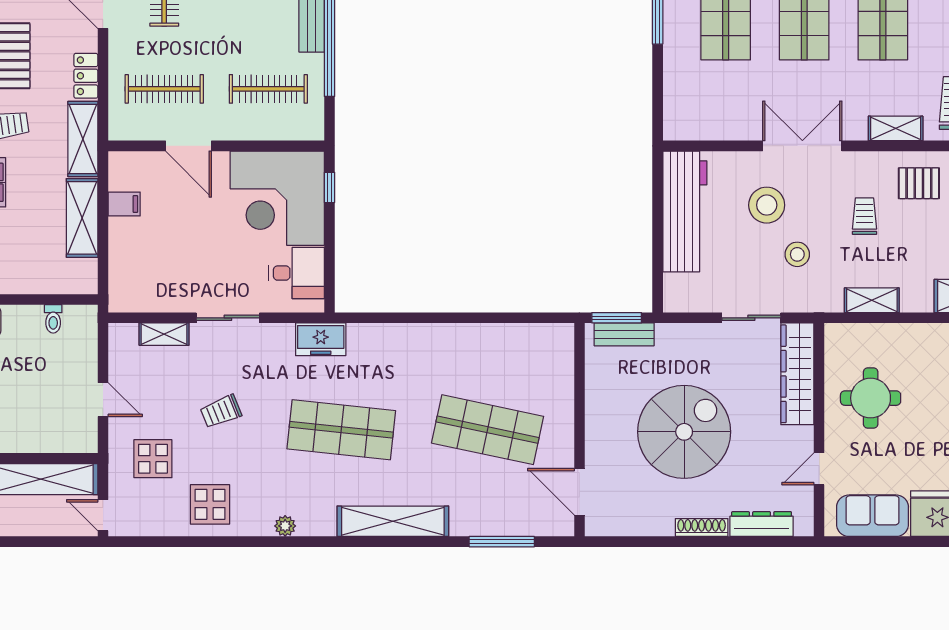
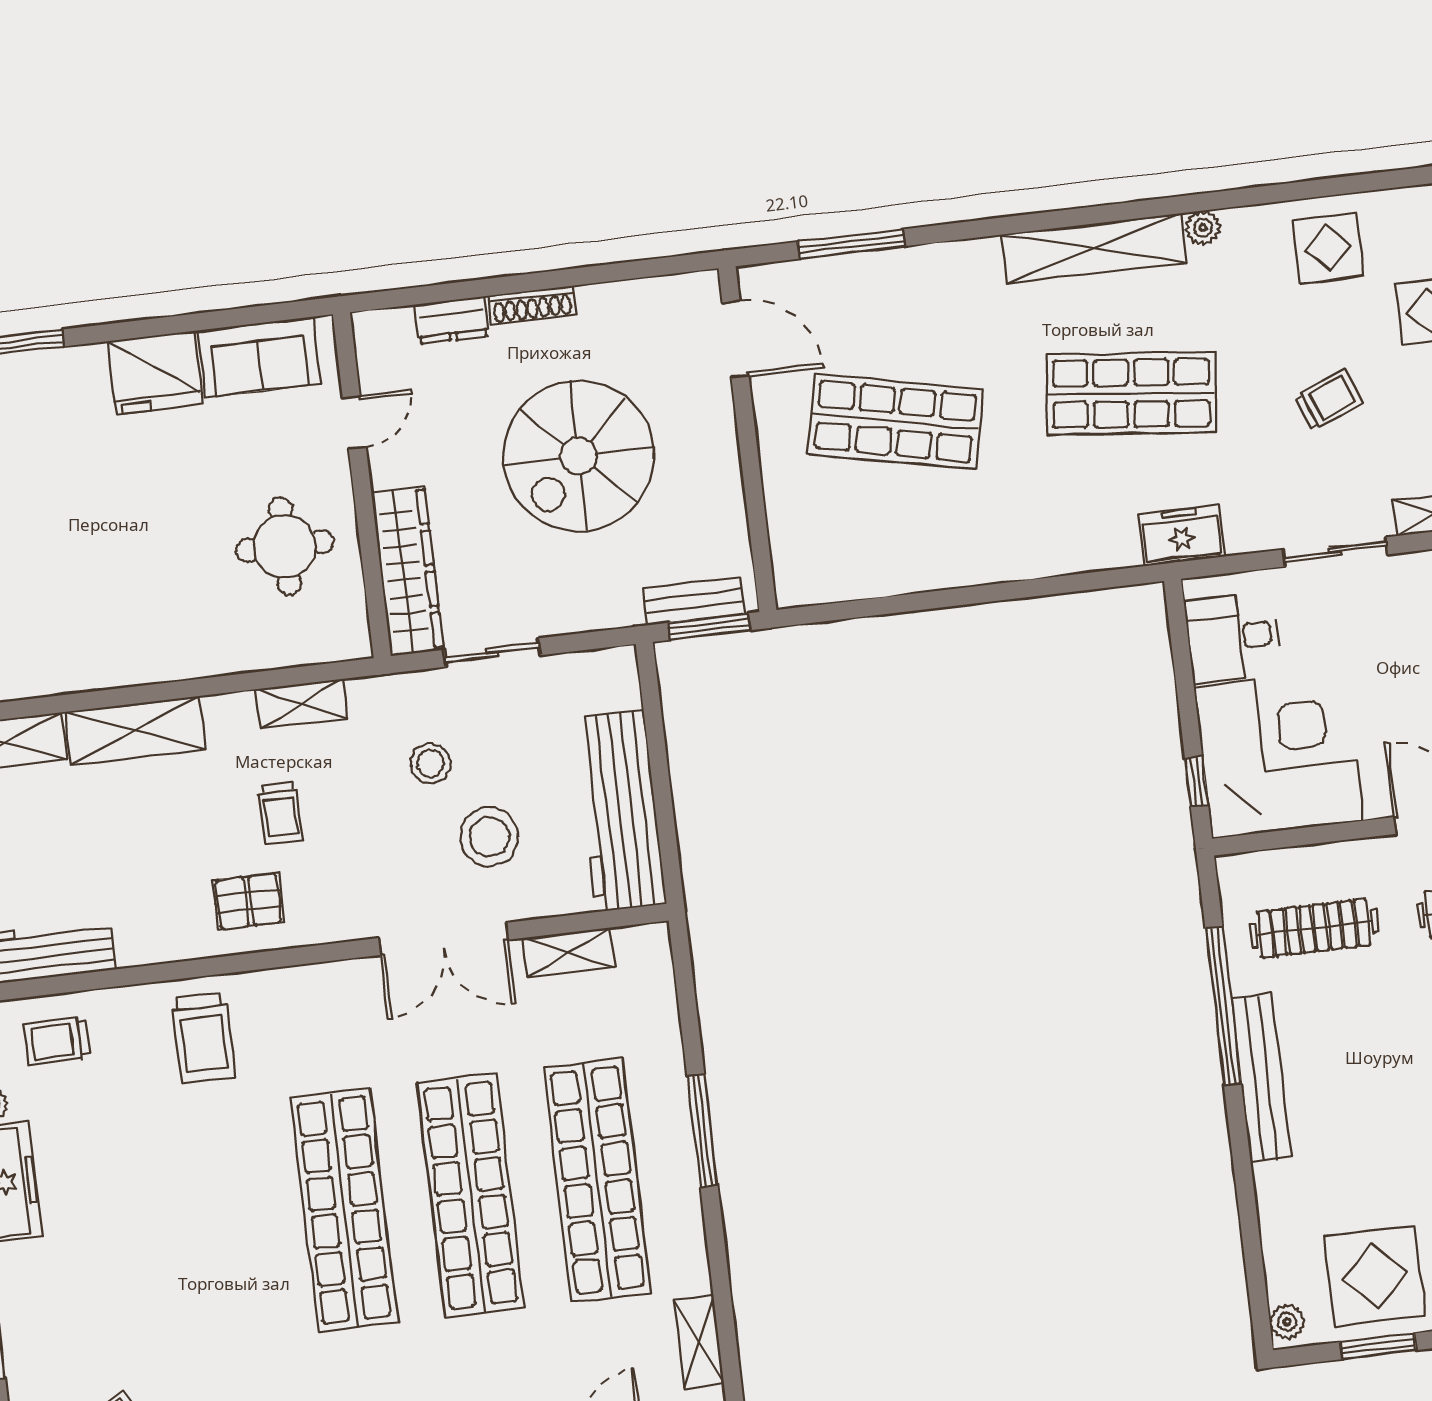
shelving: (896, 128) -> (569, 952), moved
trolley: (864, 216) -> (280, 813), moved
shelving: (393, 521) -> (1094, 248), moved
dresser: (762, 524) -> (452, 320), width x0.70

